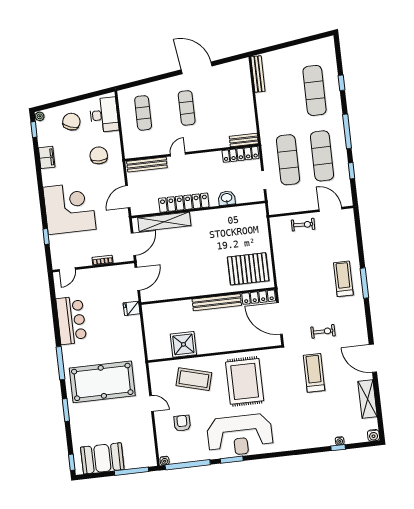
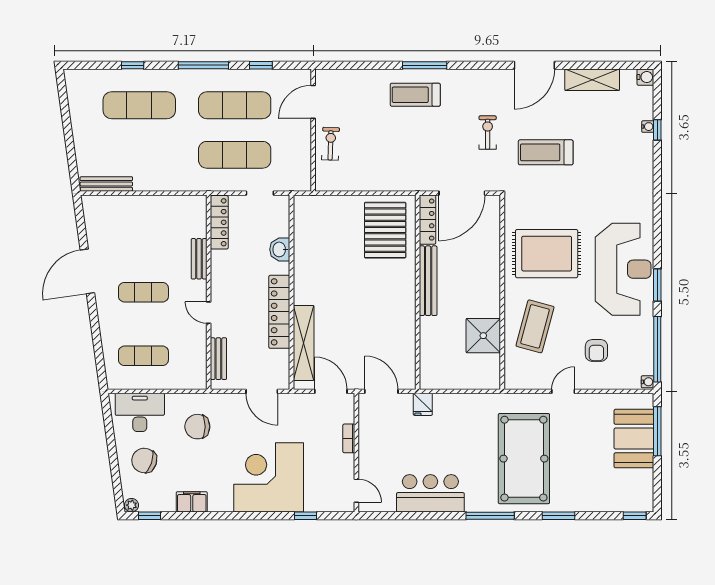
bench: (244, 140) -> (199, 259), moved
bench: (147, 165) -> (218, 359), width x0.73
armchair: (182, 423) -> (596, 350), turned -90
booth: (102, 458) -> (634, 439), moved

